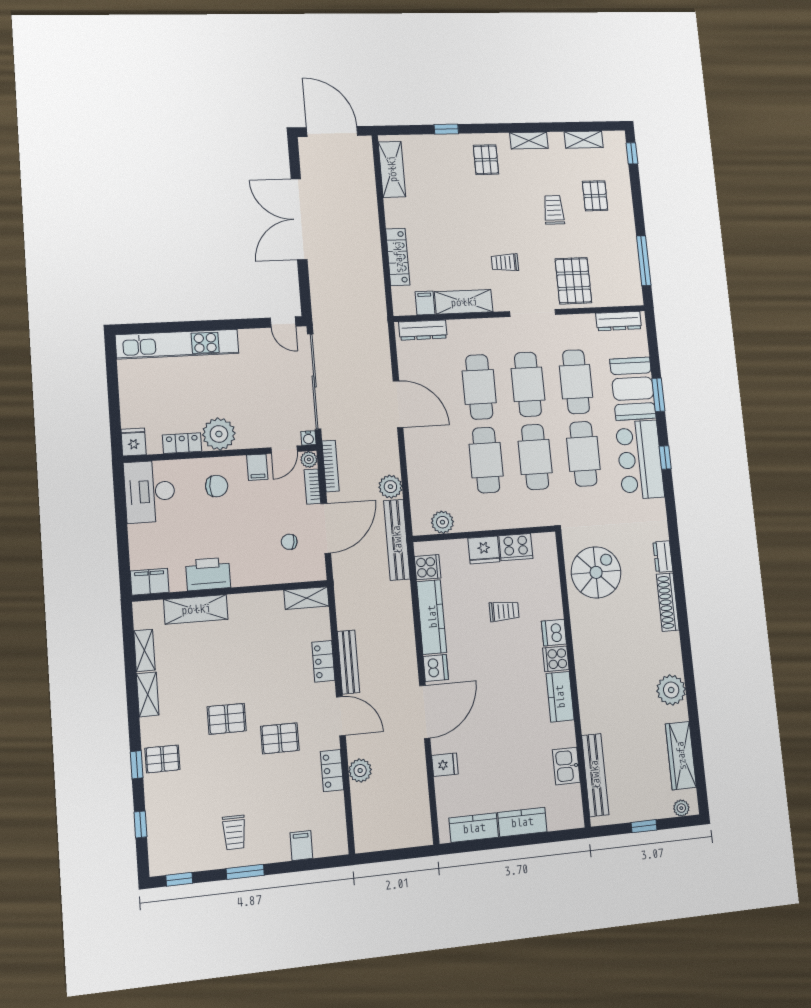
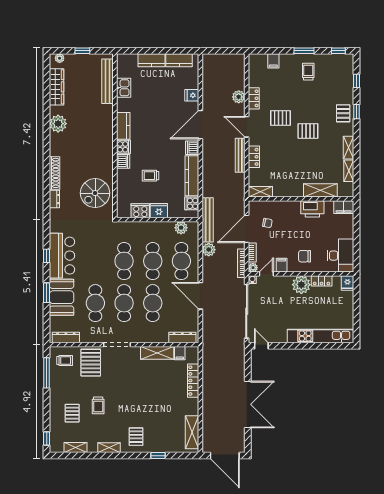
trolley: (505, 262) -> (65, 360), moved
cafe table: (583, 454) -> (181, 261), moved
pallet: (162, 759) -> (343, 113), turned 90

